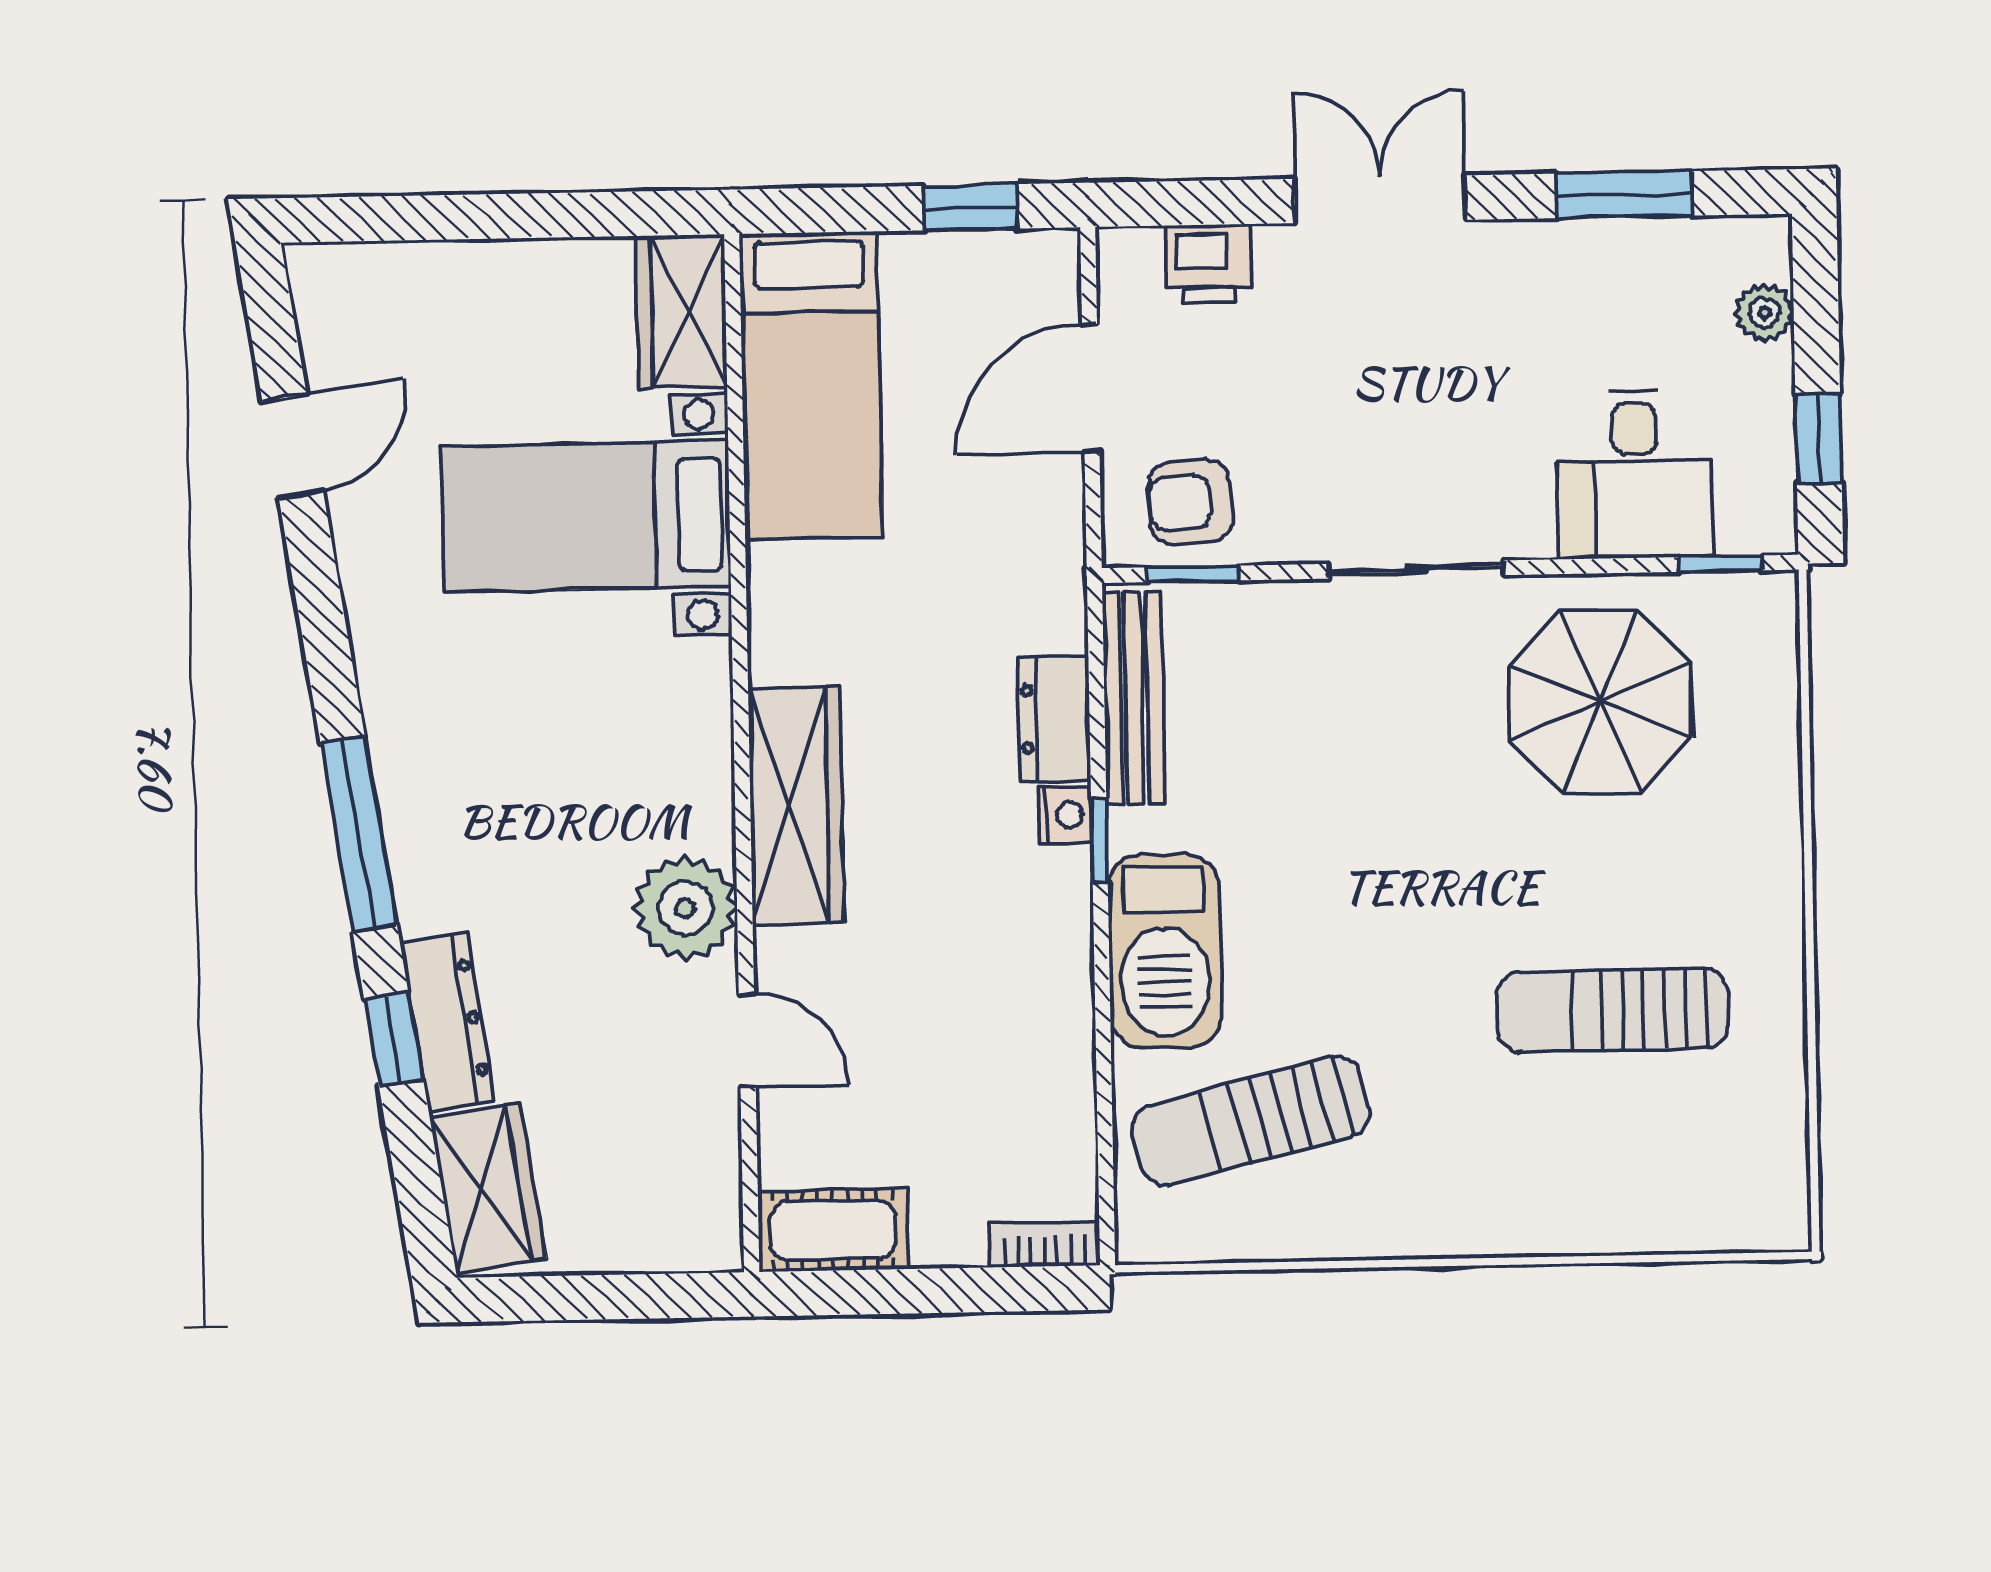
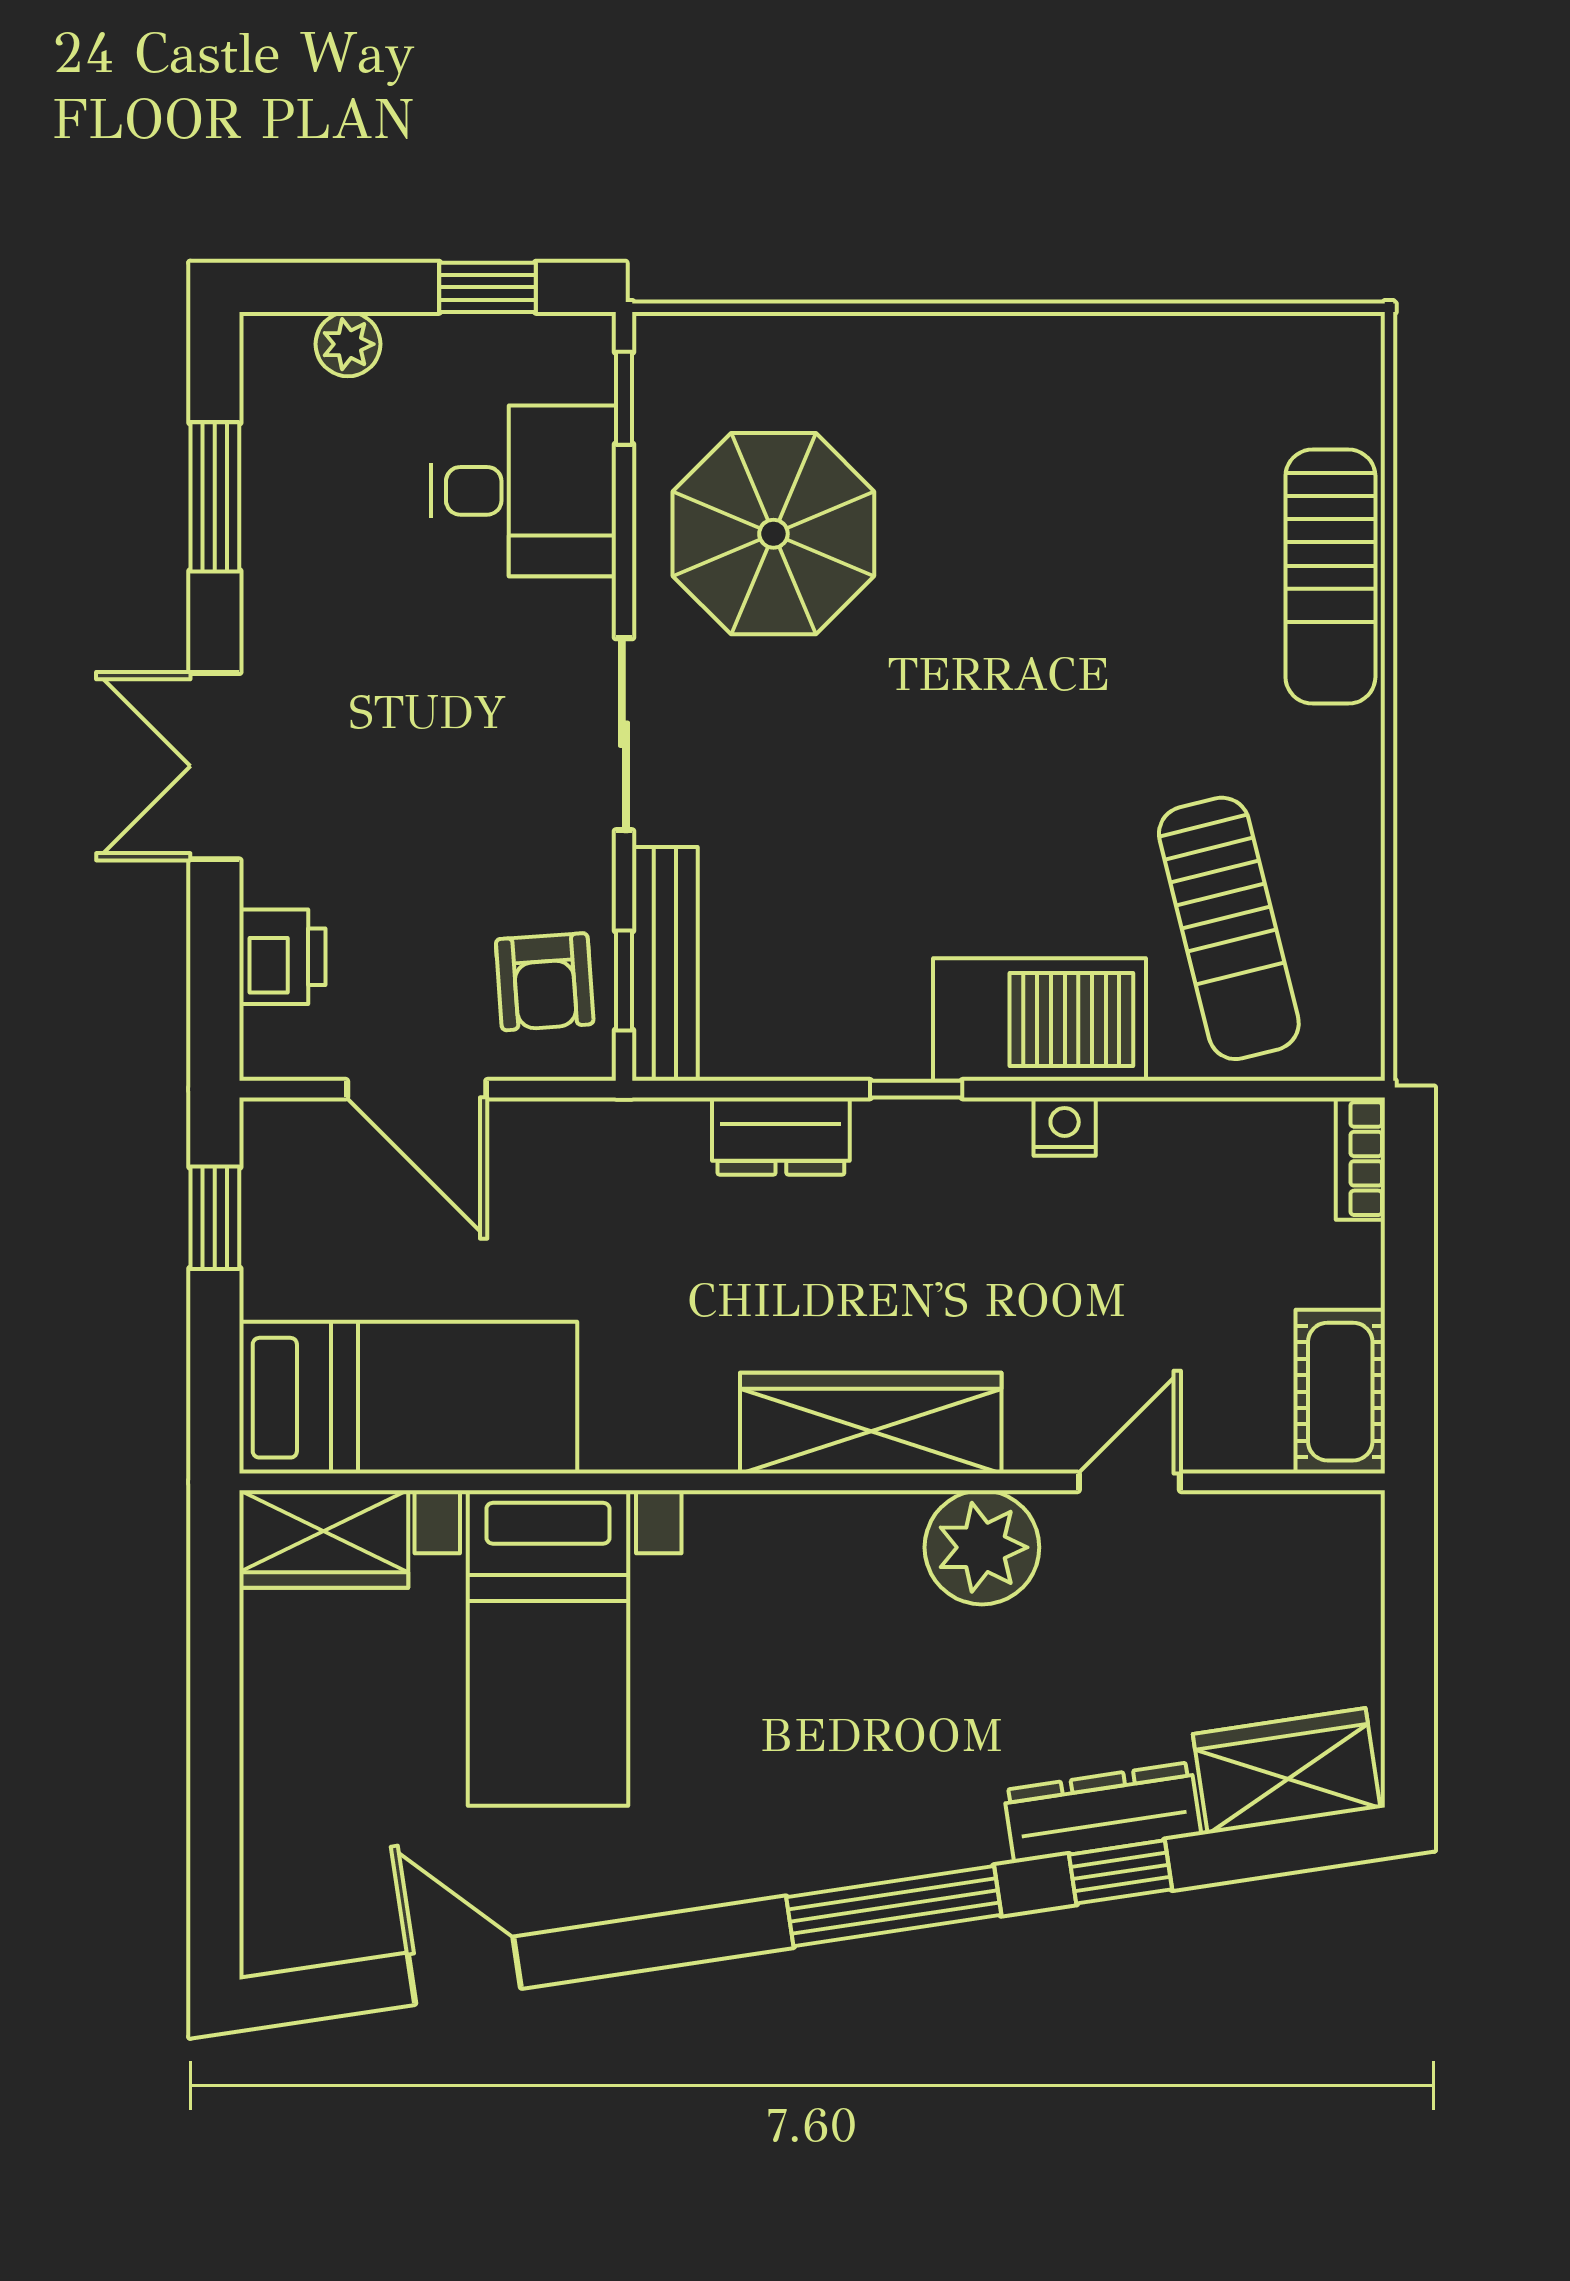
bench: (1134, 698) -> (665, 964), moved, turned 90
nightstand: (1065, 815) -> (1065, 1127), moved
sun lounger: (1613, 1010) -> (1330, 577), moved

